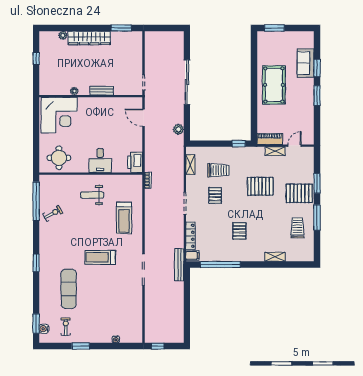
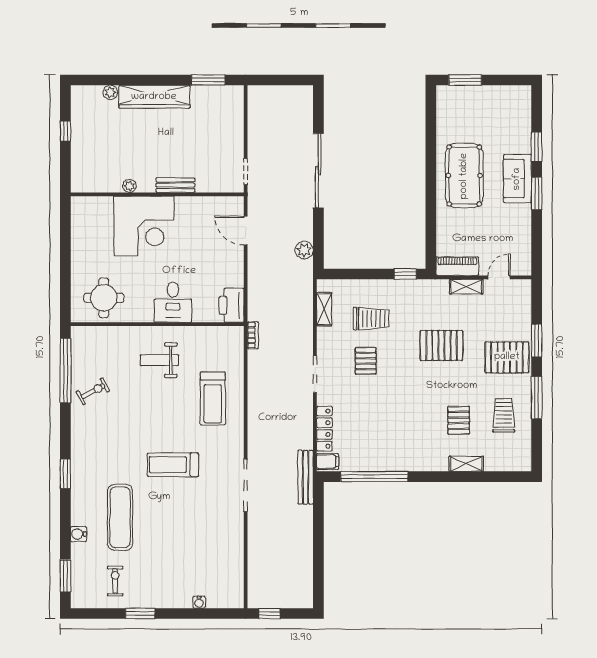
sofa: (306, 63) -> (517, 179), moved
corner desk: (59, 115) -> (144, 226), moved
pallet: (239, 231) -> (459, 420), moved
water cooler: (44, 329) -> (78, 534), moved

